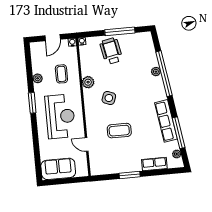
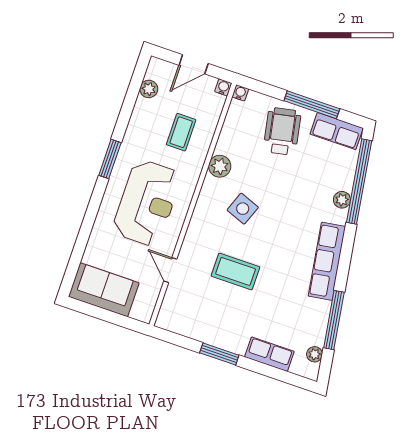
row of seats: (138, 39) -> (337, 131), added
window: (164, 74) -> (359, 181), moved
plant: (38, 78) -> (149, 89), moved
row of seats: (166, 121) -> (327, 261), moved

